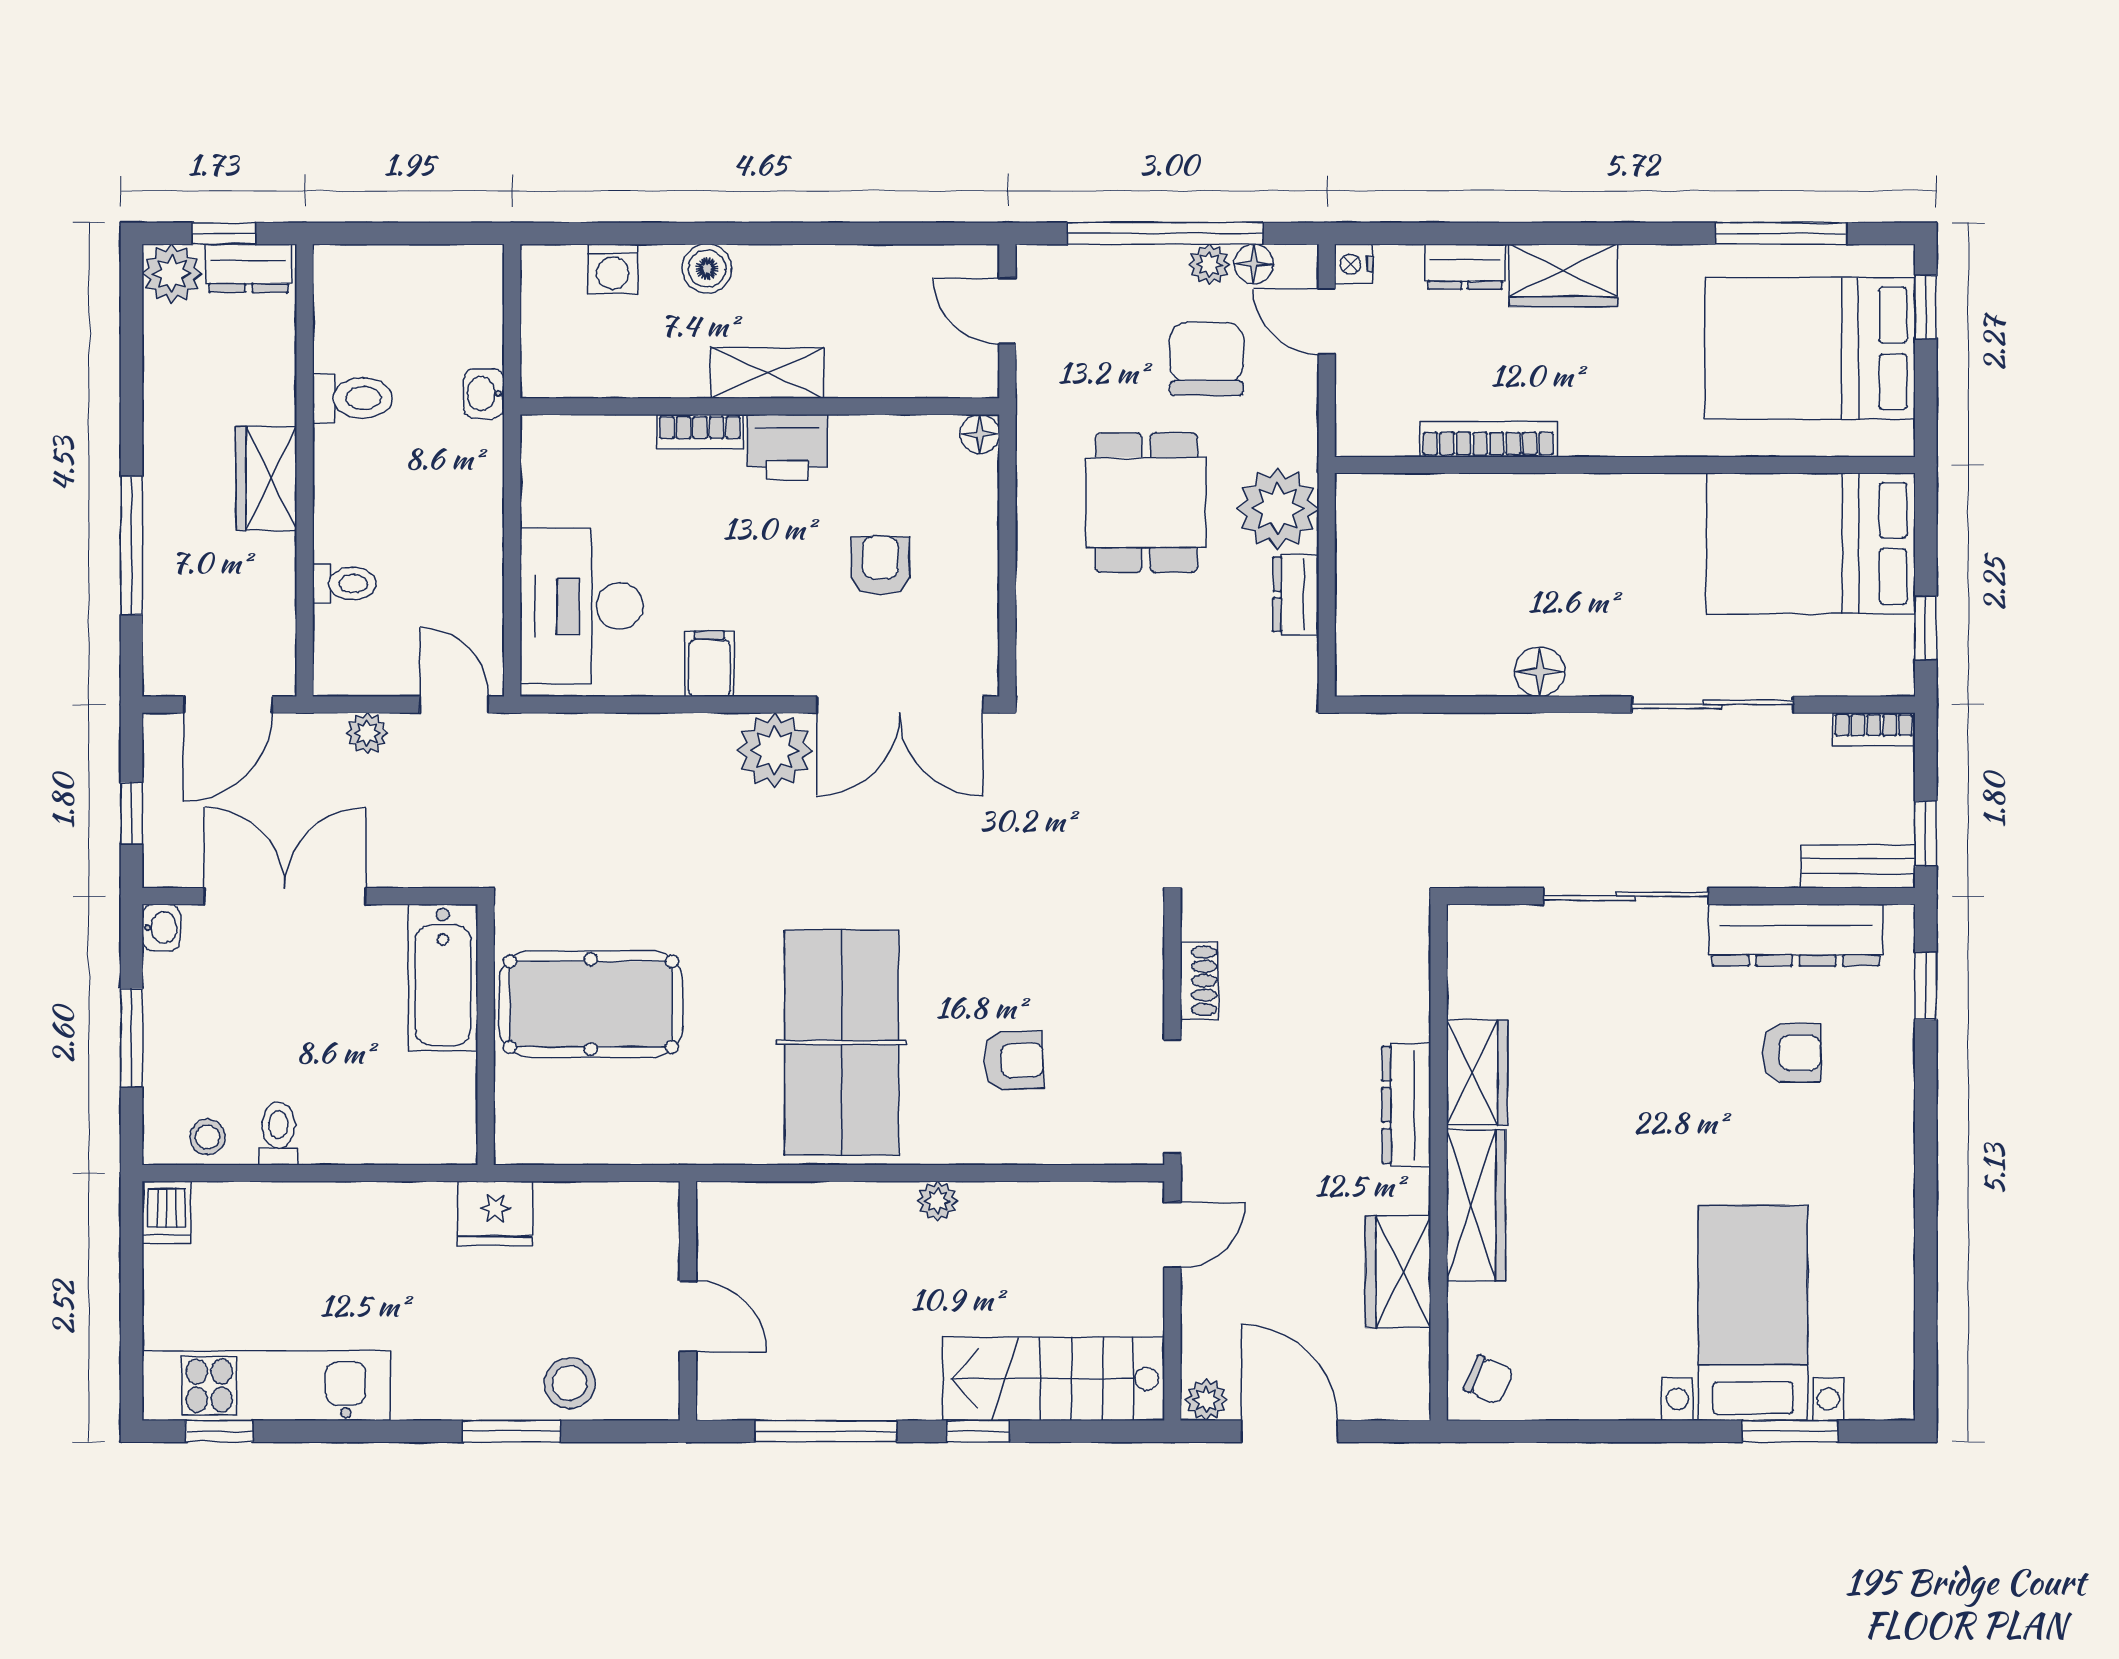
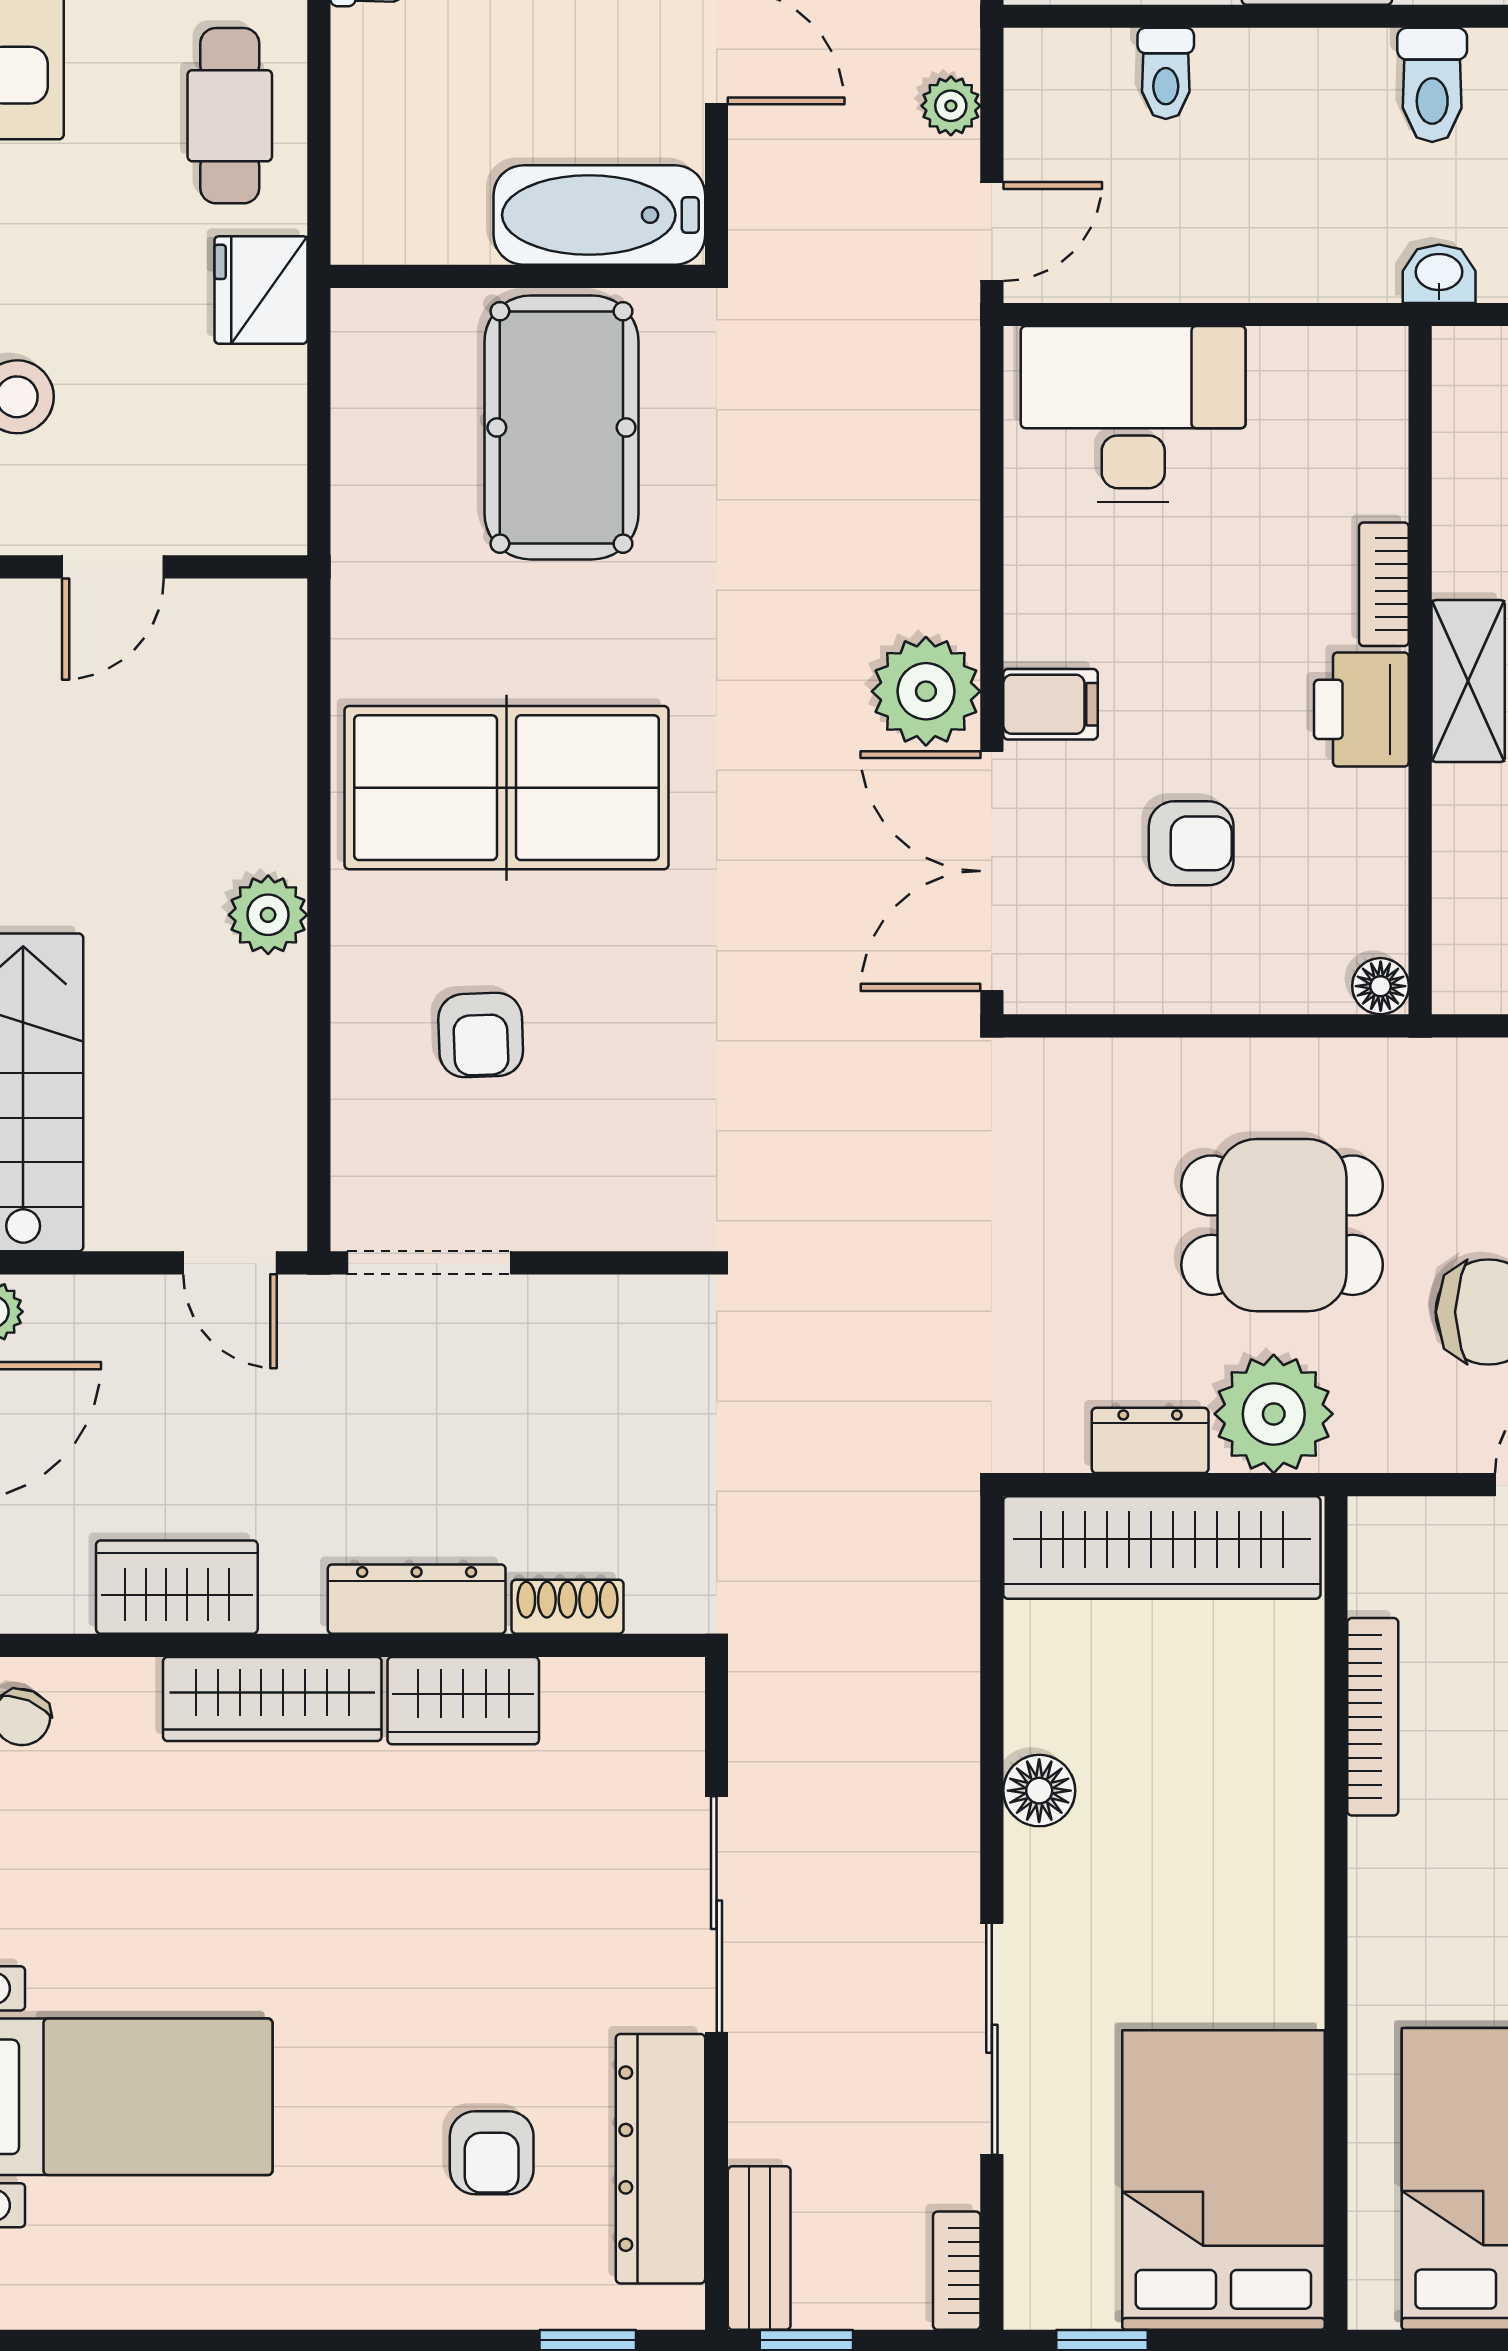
wardrobe: (1370, 586) -> (1162, 1548), added
filing cabinet: (709, 664) -> (1050, 704), moved
shoe rack: (1199, 981) -> (567, 1607), moved, turned 180
plant: (938, 1201) -> (268, 915), width x1.38, depth x1.38
cafe table: (374, 1235) -> (230, 116), added

